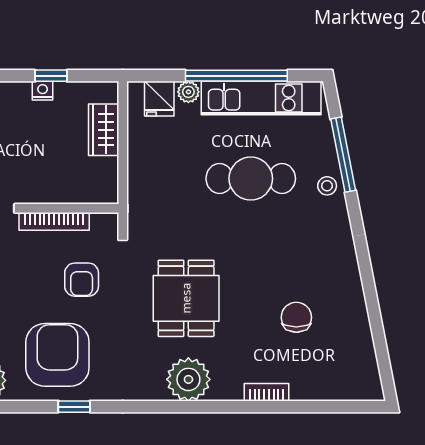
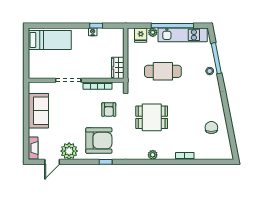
wardrobe: (104, 130) -> (118, 68), moved
cafe table: (251, 179) -> (163, 71), moved
dining table: (186, 298) -> (152, 117), turned 90
chair: (296, 317) -> (211, 128), moved
armchair: (57, 355) -> (99, 141), turned 90
plant: (188, 379) -> (153, 155), width x0.53, depth x0.53

